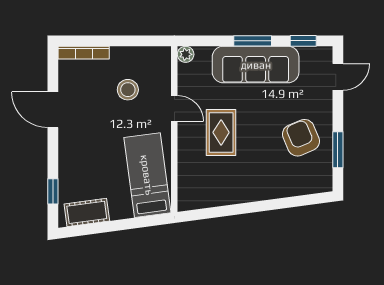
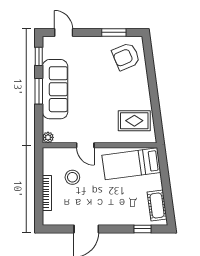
bookcase: (84, 53) -> (47, 193), moved
door: (174, 108) -> (85, 145), swing flipped
rug: (221, 132) -> (134, 121), moved
armchair: (301, 138) -> (126, 56), moved

